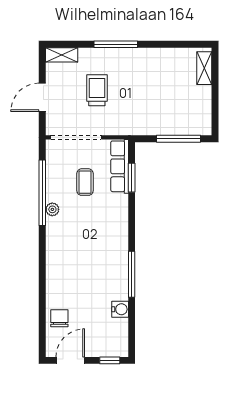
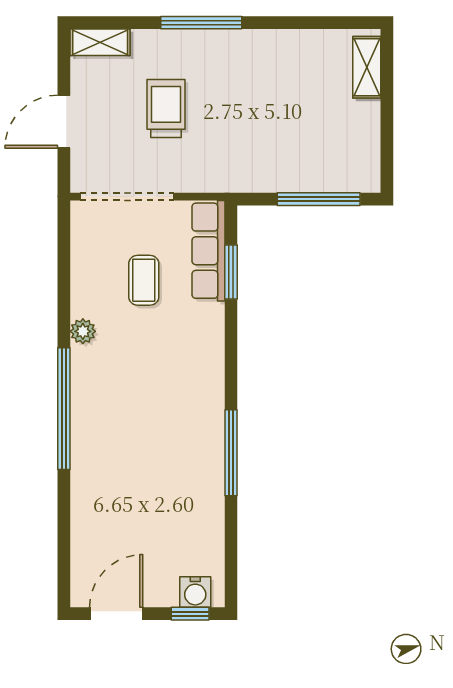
window: (42, 193) -> (64, 409), moved
water cooler: (120, 309) -> (195, 592), moved, turned 90
chair: (59, 318) -> (96, 535), removed

